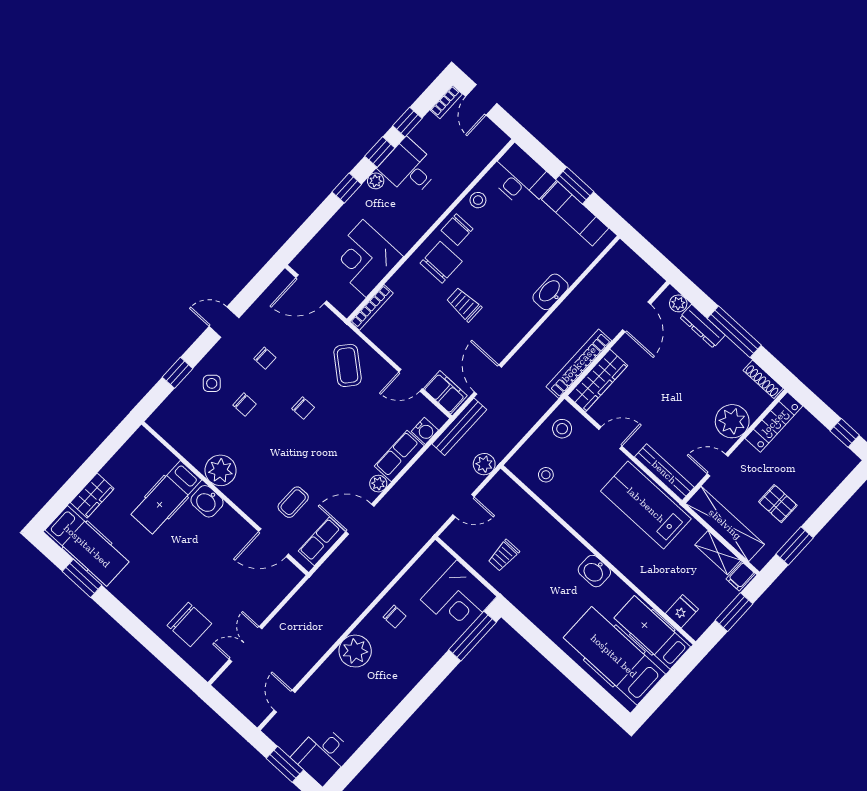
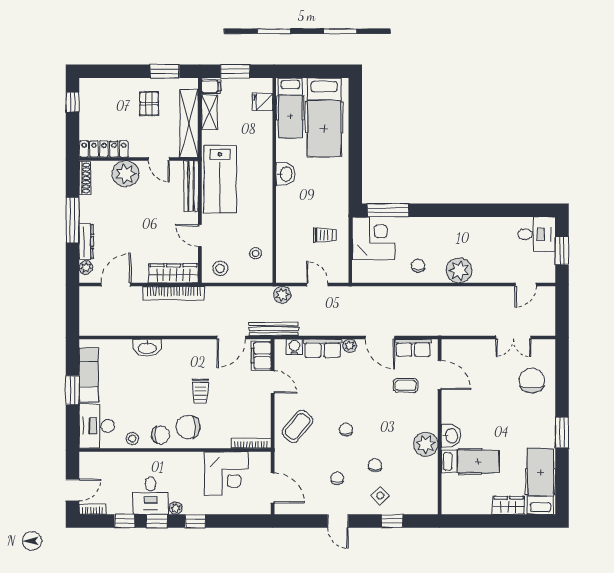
window: (82, 578) -> (562, 433), moved

